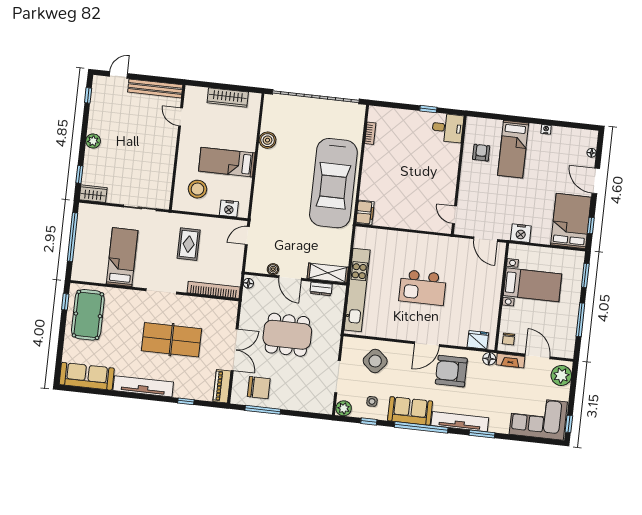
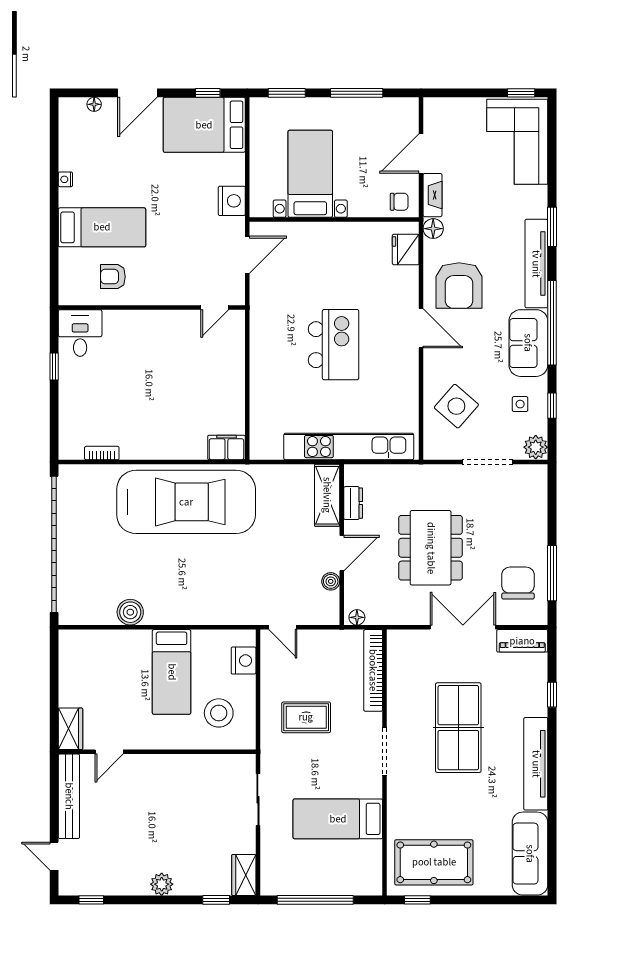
wardrobe: (228, 97) -> (70, 729), moved, width x0.67
plant: (561, 375) -> (447, 113), removed

